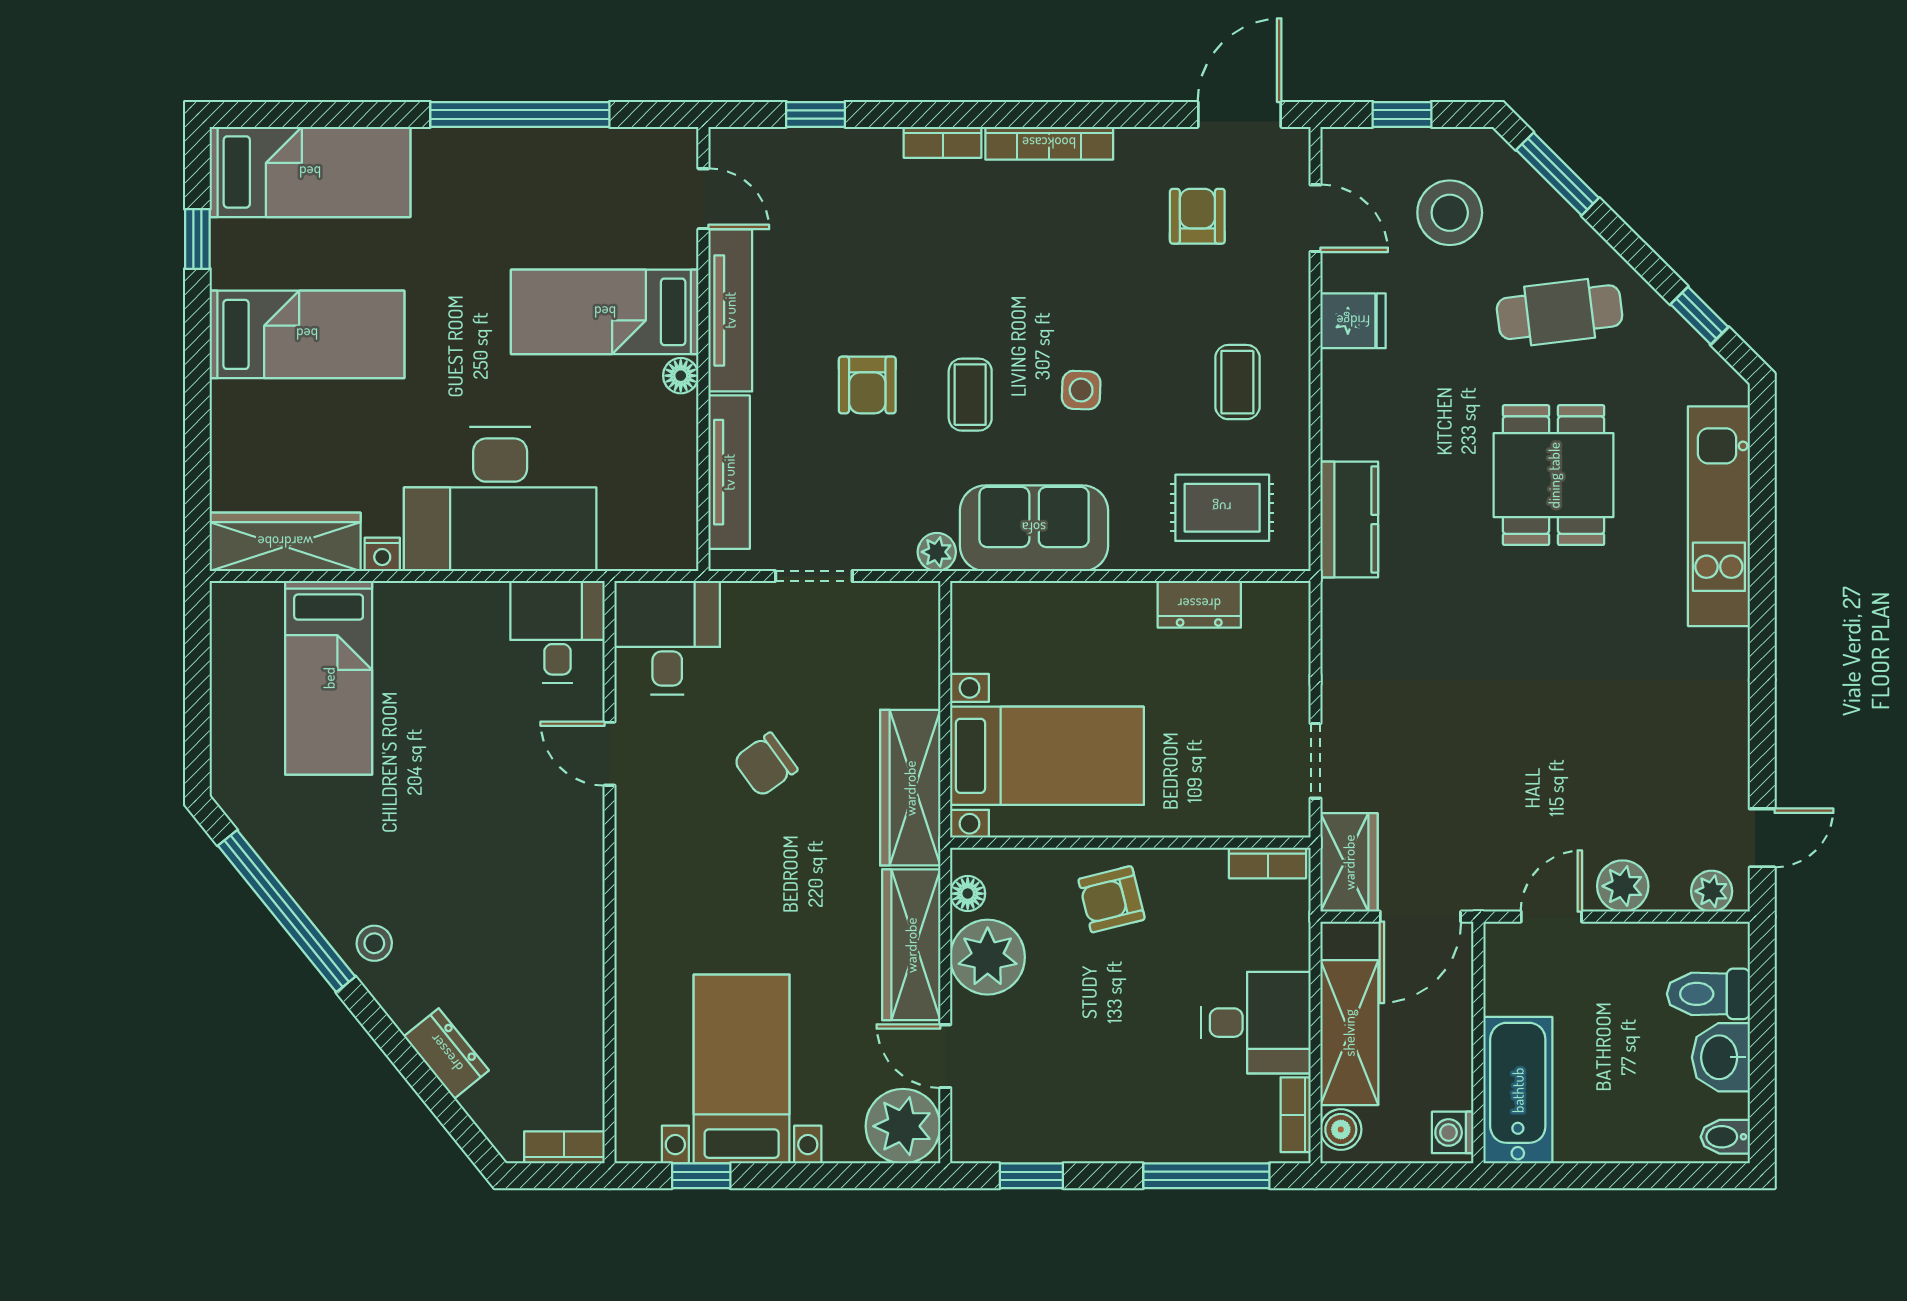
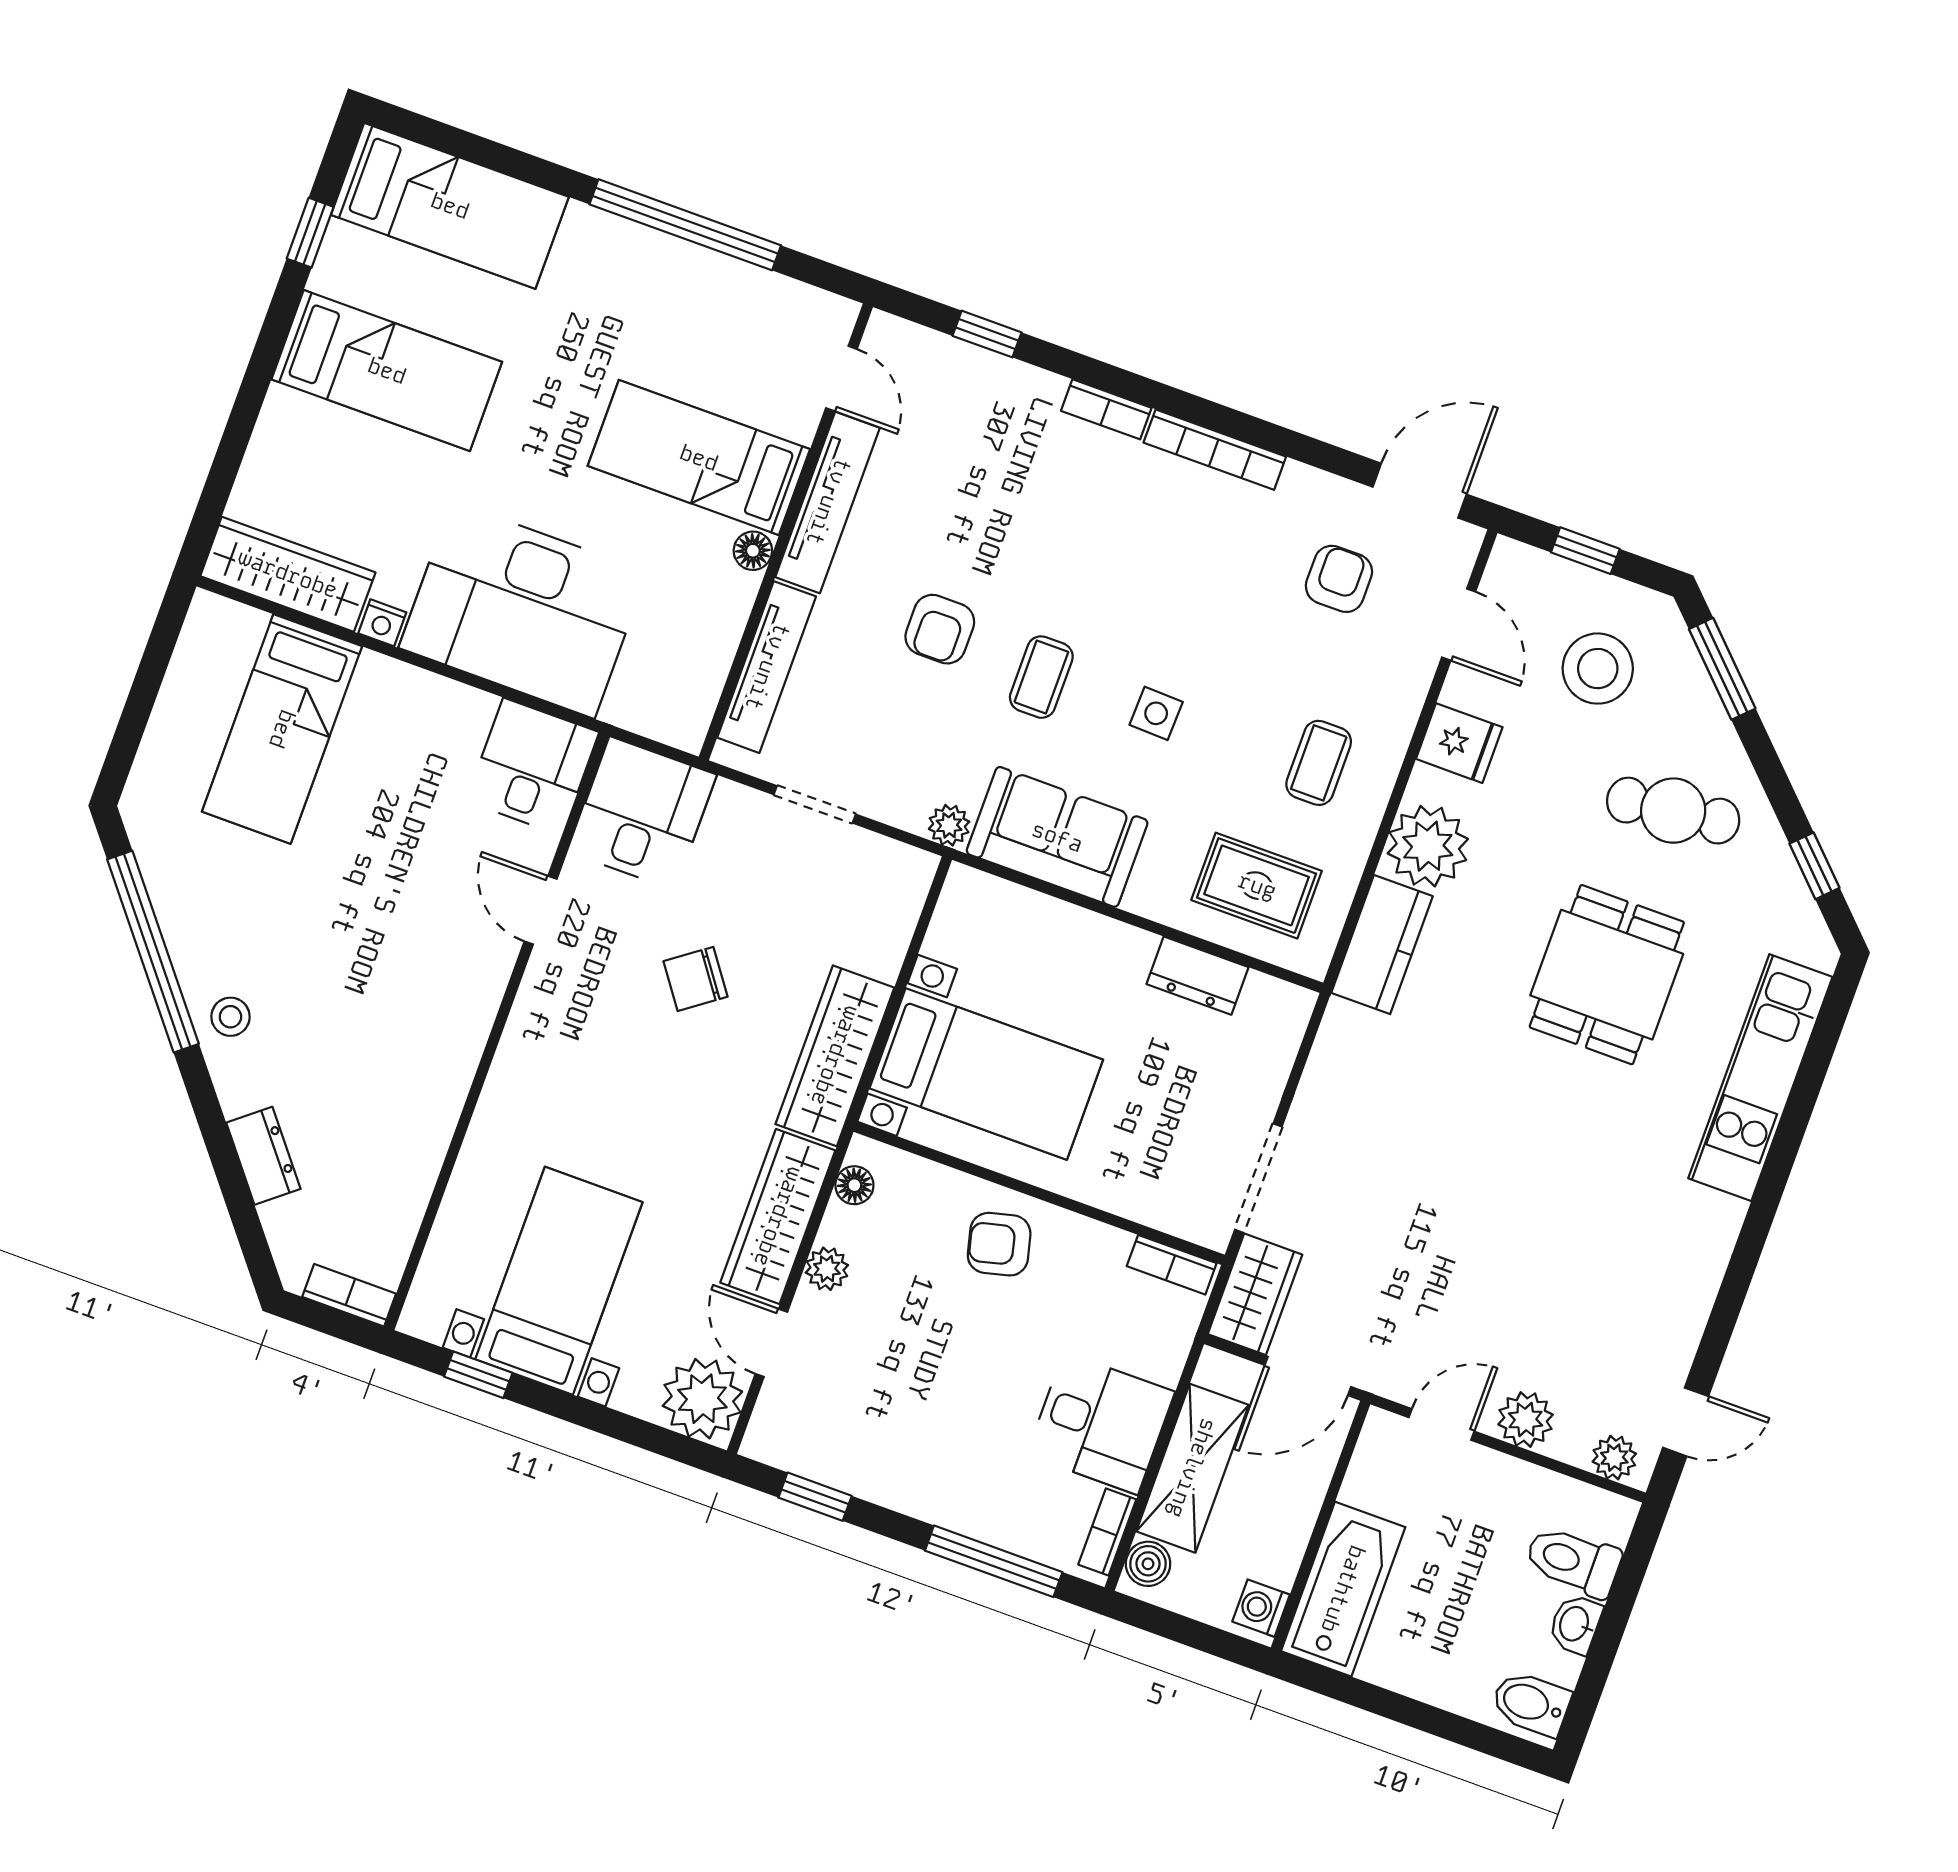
plant: (1358, 420) -> (1428, 846), added
doorway: (1315, 761) -> (1258, 1178), width x1.38
plant: (988, 957) -> (827, 1269), width x0.53, depth x0.53
washbasin: (1721, 1057) -> (1575, 1624), width x0.72, depth x0.69
bidet: (1725, 1137) -> (1531, 1703), width x1.38, depth x1.36

